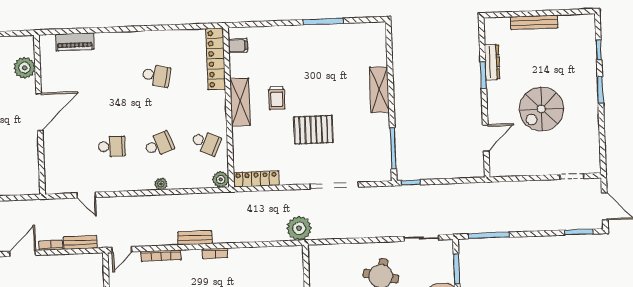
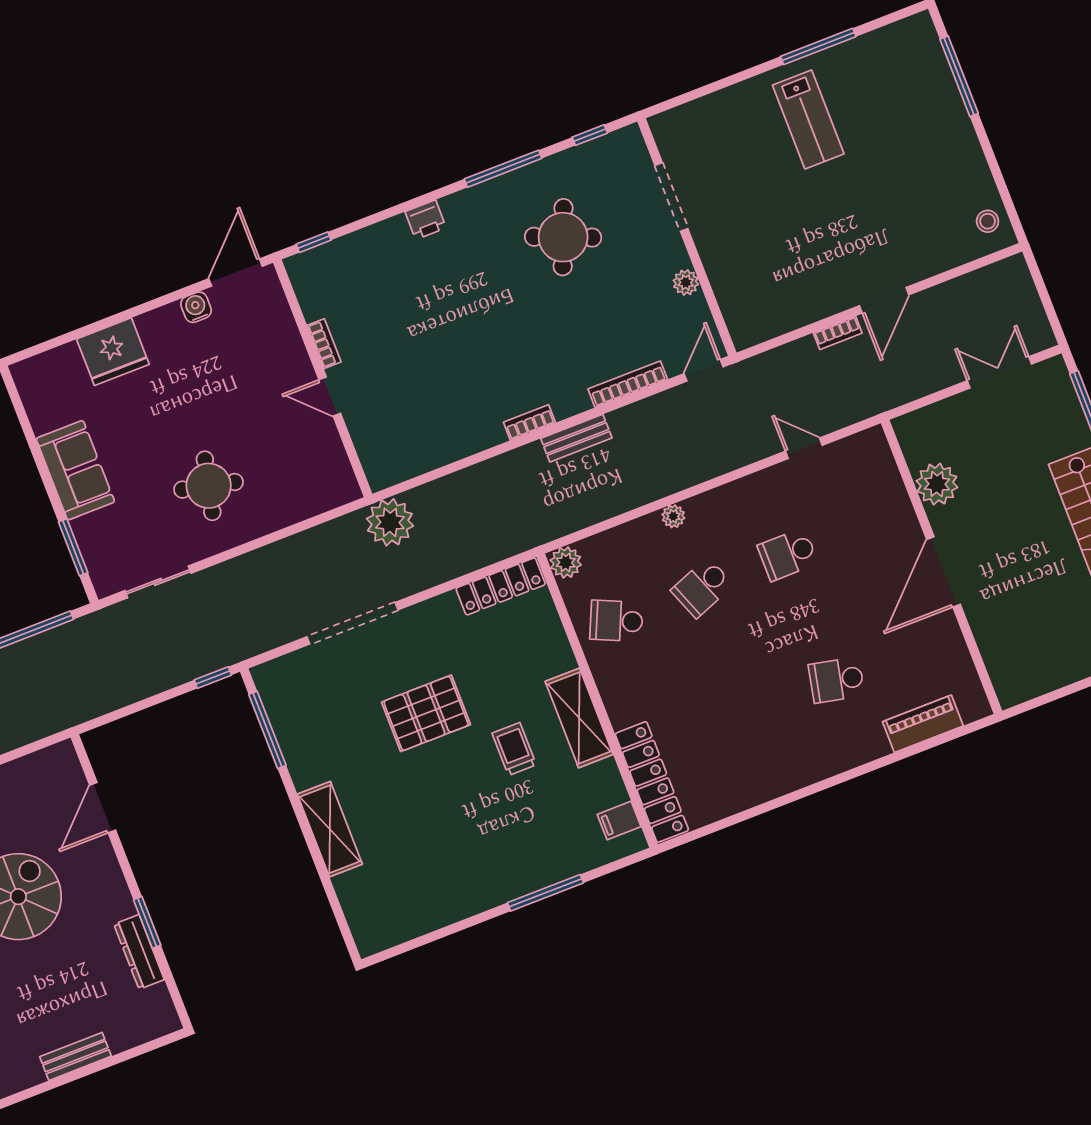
window: (323, 21) -> (545, 893), moved
bench: (534, 22) -> (75, 1056), width x0.73
plant: (25, 68) -> (937, 484), moved
school desk: (156, 76) -> (837, 680), moved
bench: (80, 242) -> (785, 357), removed

